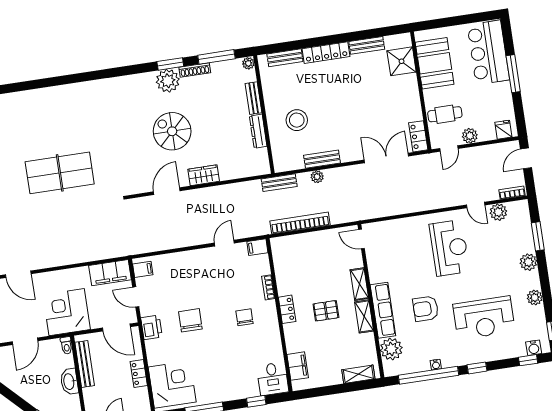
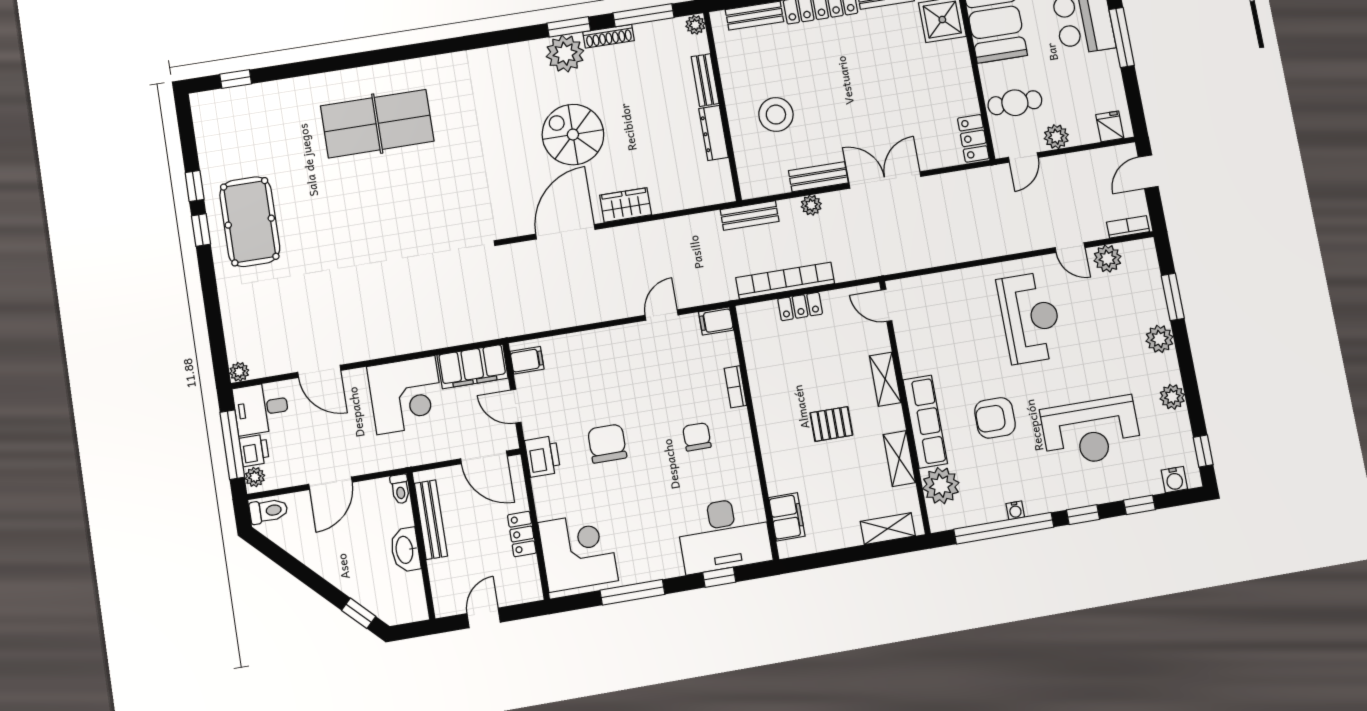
double door: (386, 158) -> (885, 180), moved
table tennis table: (60, 173) -> (377, 124), moved
door: (167, 191) -> (565, 232), width x1.36
locker: (287, 309) -> (800, 306), moved, turned 90
corner desk: (67, 312) -> (406, 395), moved, turned 180
shelving: (364, 316) -> (899, 459), moved
window: (528, 360) -> (1139, 505), moved
desk: (273, 379) -> (724, 535), width x1.87, depth x1.30

